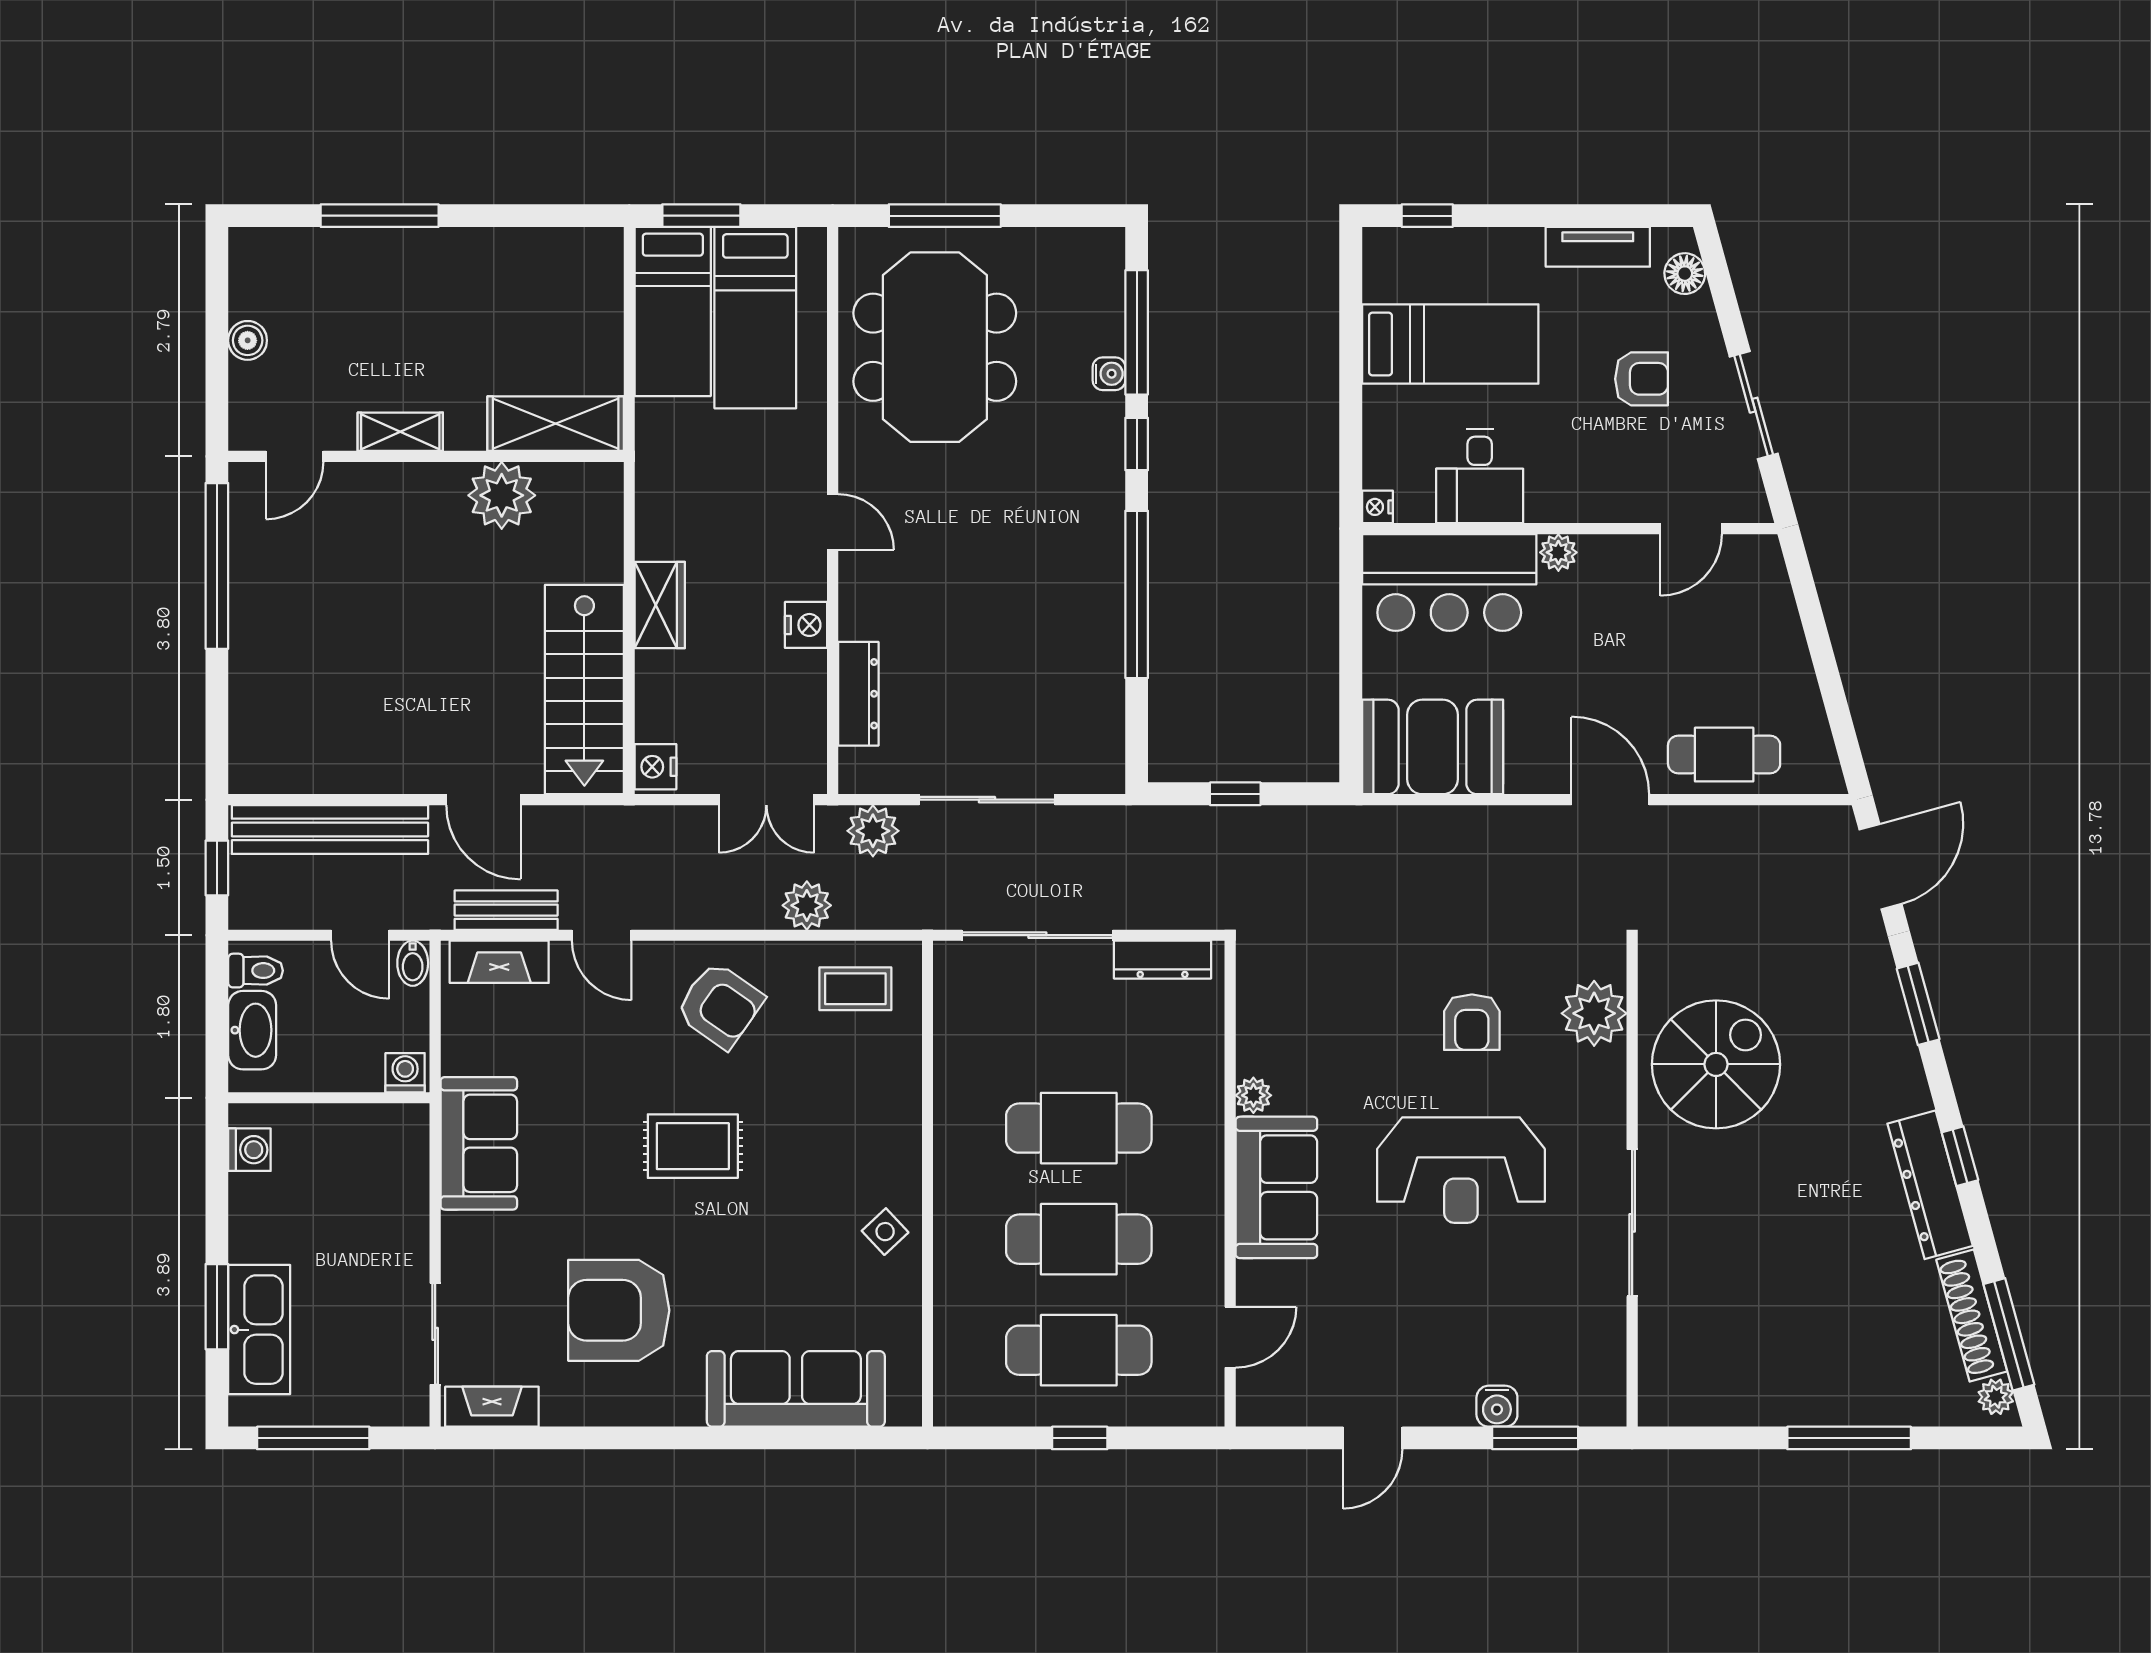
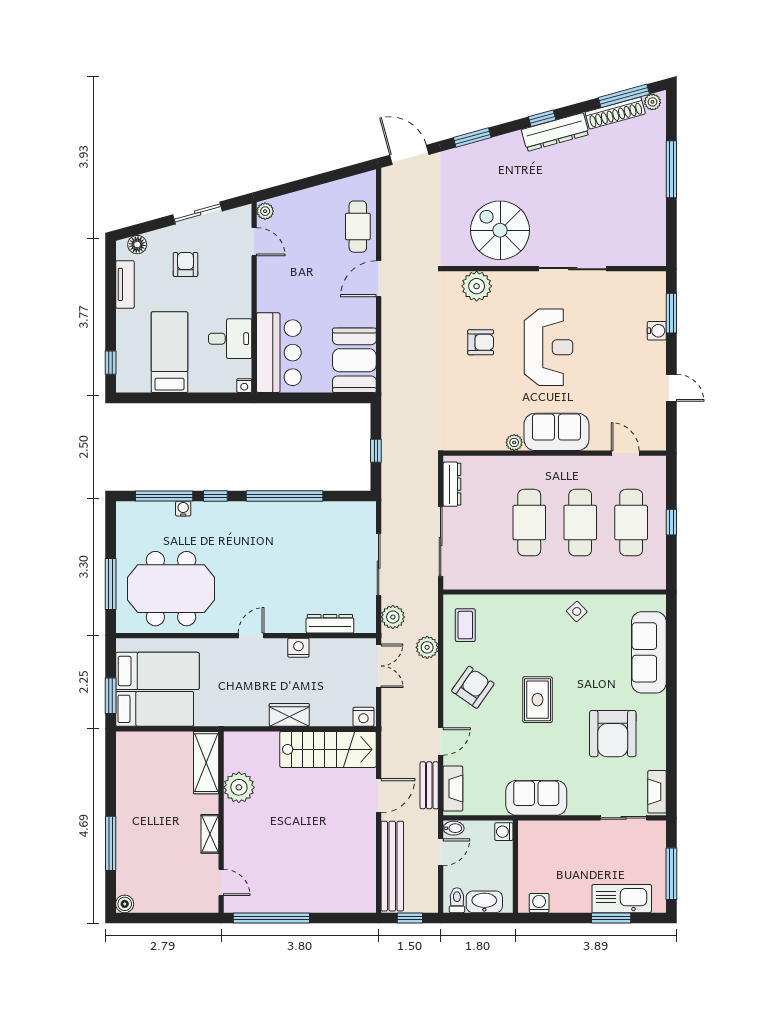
boiler: (248, 340) -> (125, 904), moved
plant: (1558, 552) -> (265, 211), moved

